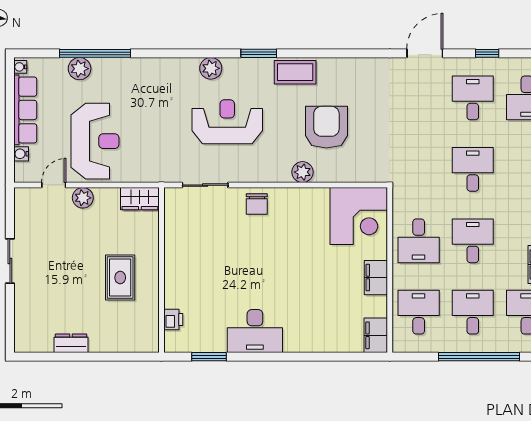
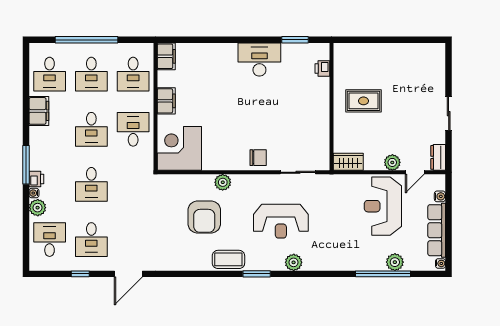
chair: (257, 204) -> (258, 158), turned 90
rug: (120, 278) -> (363, 101), turned 90
dresser: (71, 343) -> (438, 157), moved, turned 90

